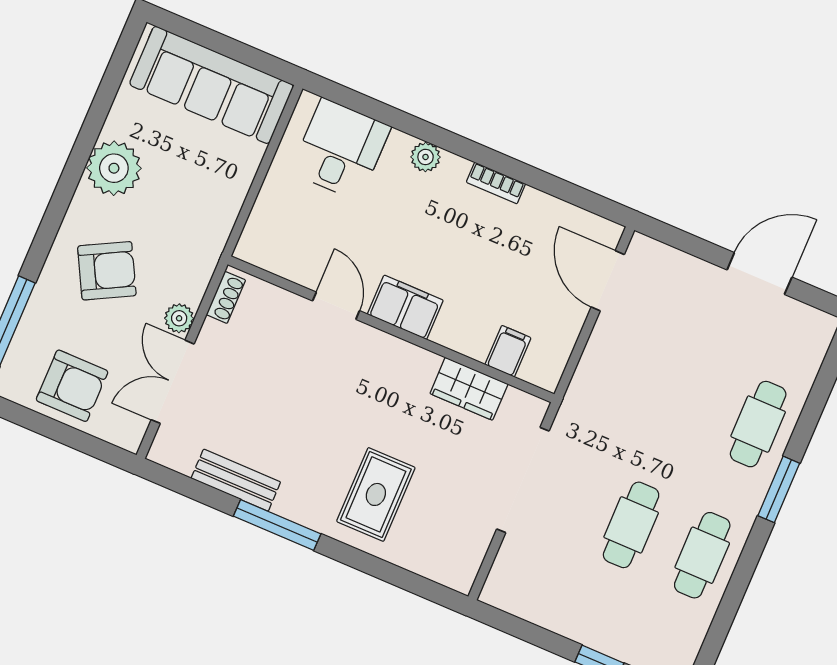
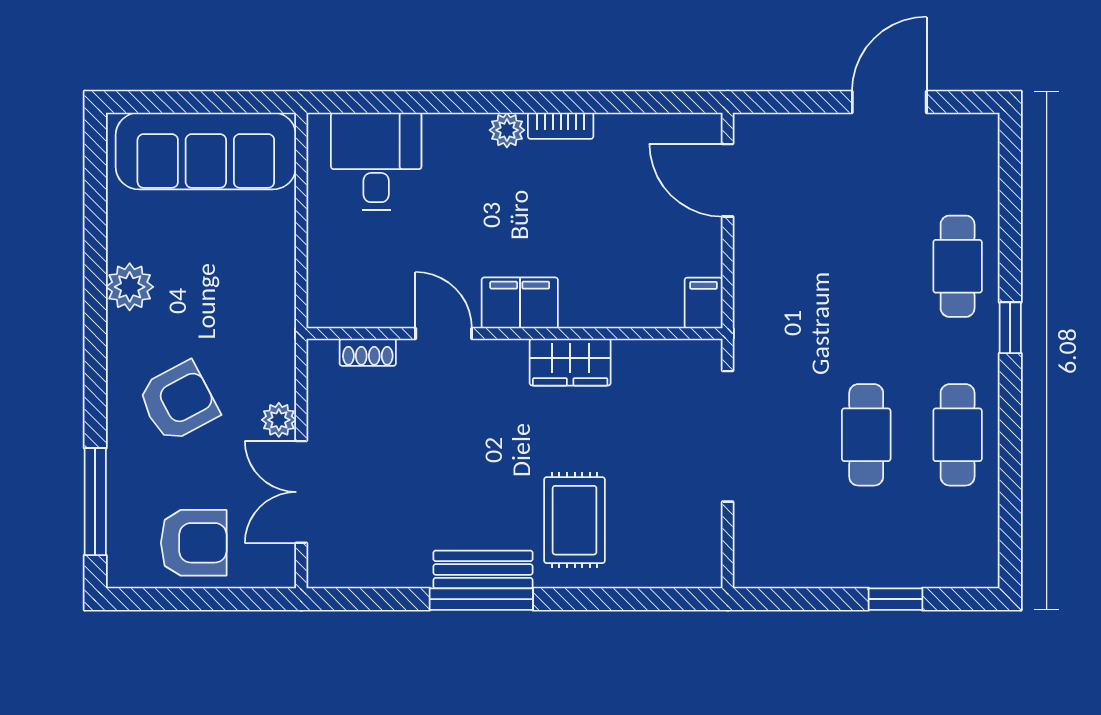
plant: (426, 157) -> (507, 130), moved
plant: (114, 168) -> (130, 287), width x0.73, depth x0.73
shoe rack: (226, 297) -> (368, 352), moved, turned 90
filing cabinet: (508, 351) -> (704, 303), moved
wardrobe: (469, 389) -> (570, 362), moved
bench: (236, 480) -> (483, 570), moved
window: (779, 489) -> (1010, 328), width x0.67

